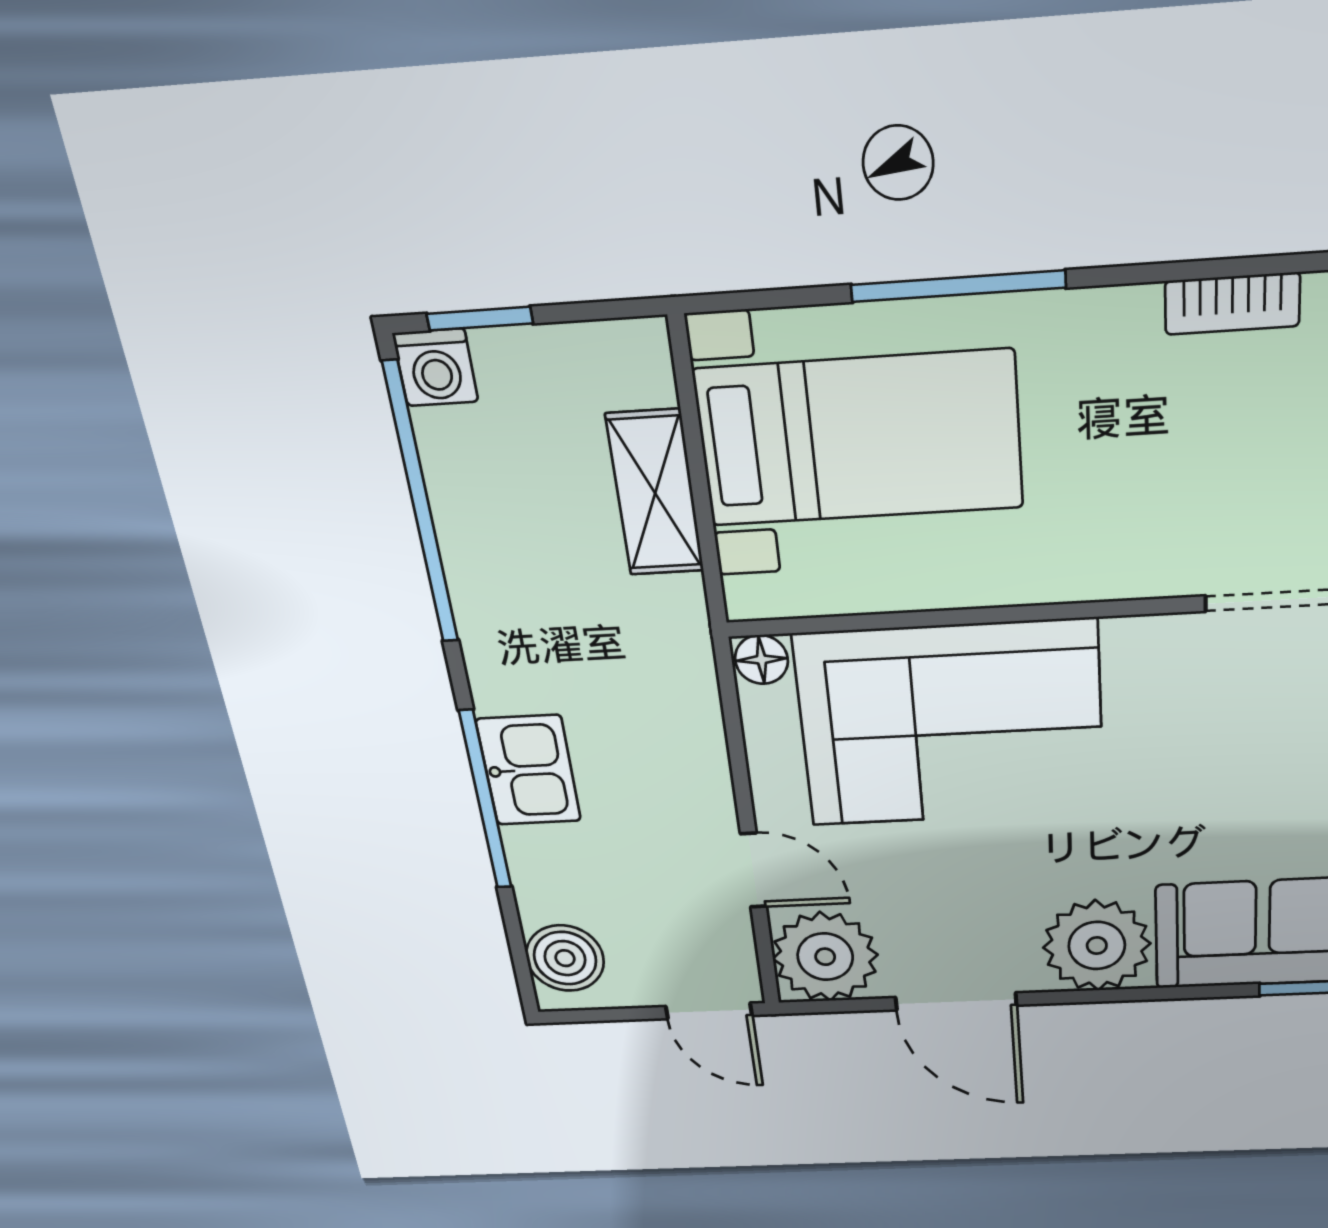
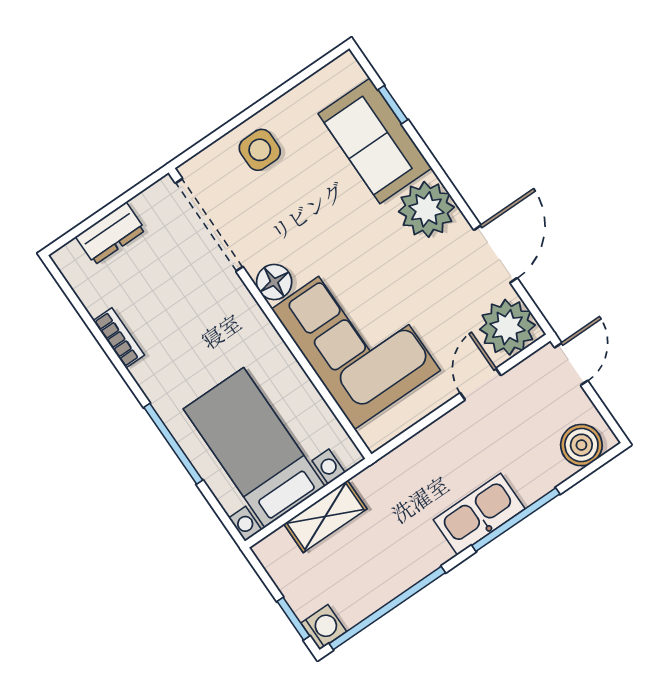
floor lamp: (761, 660) -> (274, 282), moved, width x1.37, depth x1.37
kitchen sink: (529, 770) -> (479, 514), width x1.38

